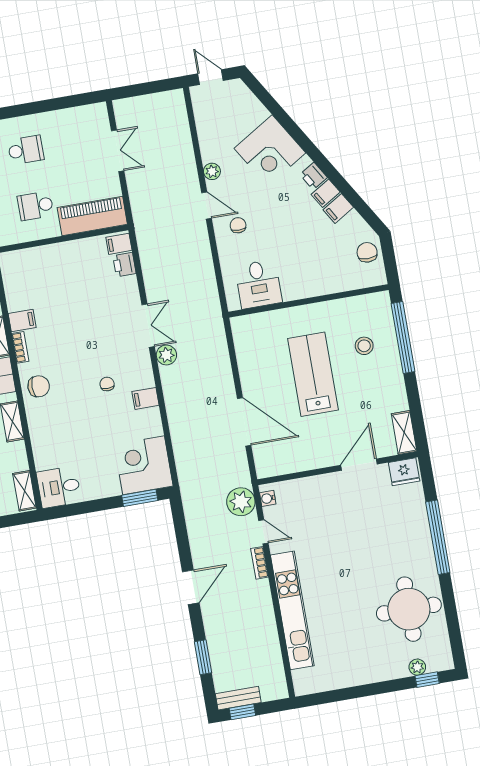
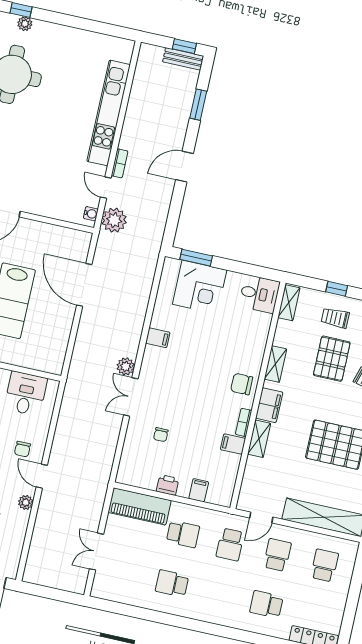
filing cabinet: (119, 244) -> (199, 490), moved, turned -90
printer: (124, 265) -> (168, 485), moved, turned -90
chair: (107, 384) -> (161, 435), moved
corner desk: (144, 465) -> (200, 287), moved

